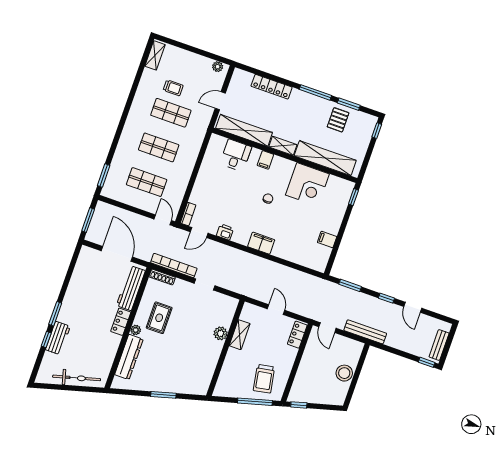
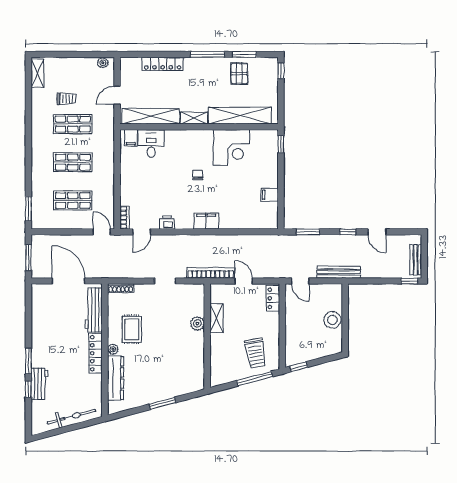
filing cabinet: (265, 160) -> (131, 138), moved
bookcase: (174, 265) -> (211, 273), moved
locker: (121, 322) -> (95, 353), width x1.53

